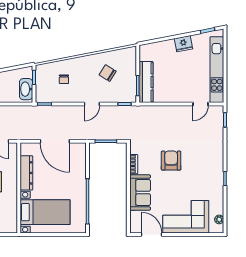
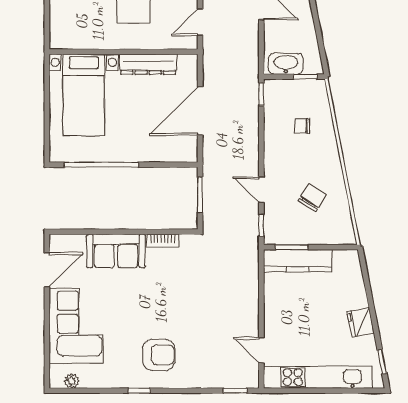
door: (92, 104) -> (261, 190), moved
armchair: (171, 161) -> (159, 355), moved

